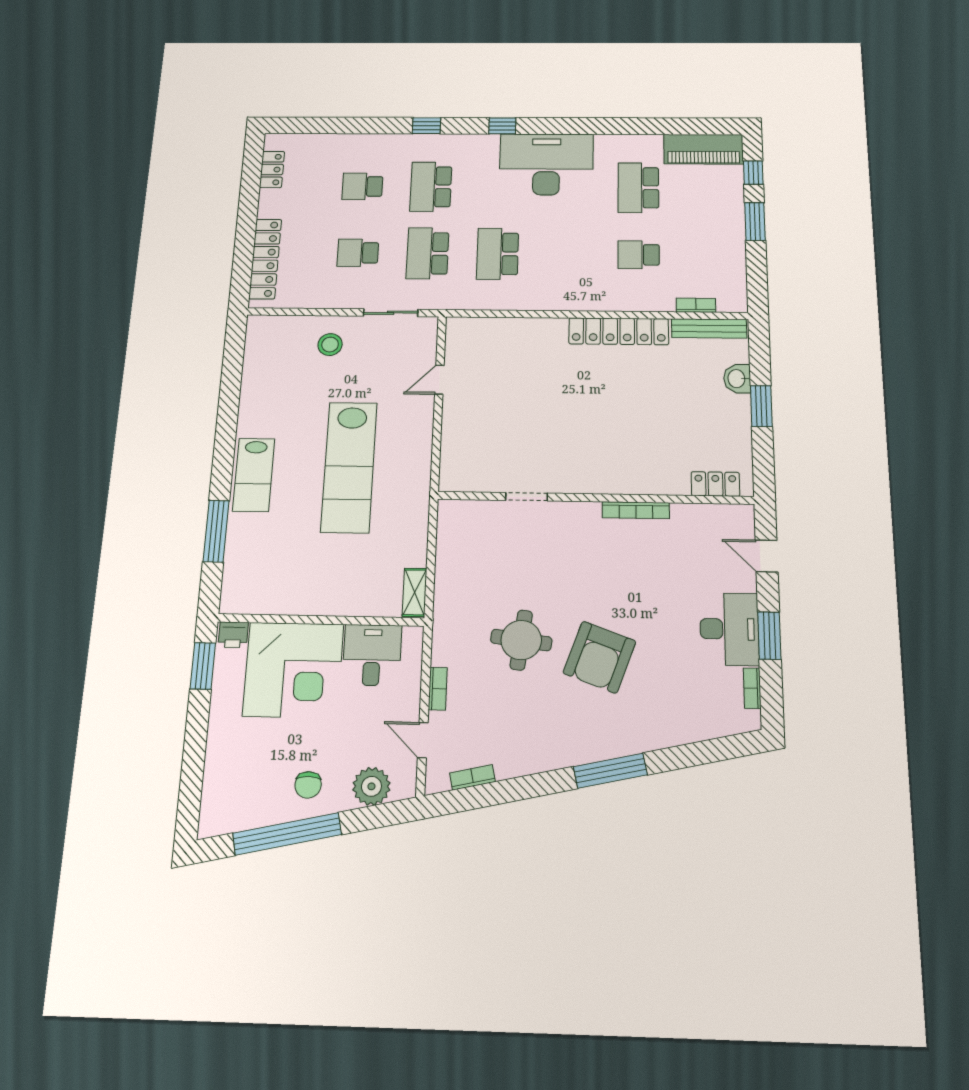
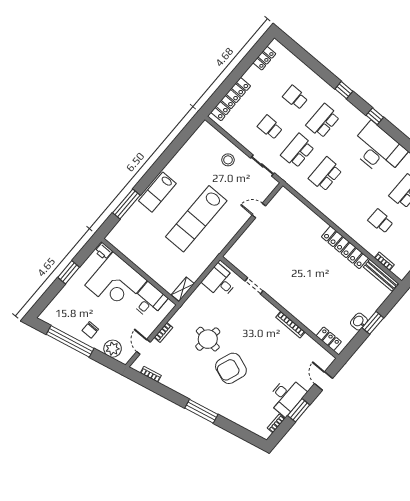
washbasin: (737, 379) -> (359, 322), moved
desk: (465, 533) -> (220, 281), added
window: (203, 666) -> (69, 272), moved

